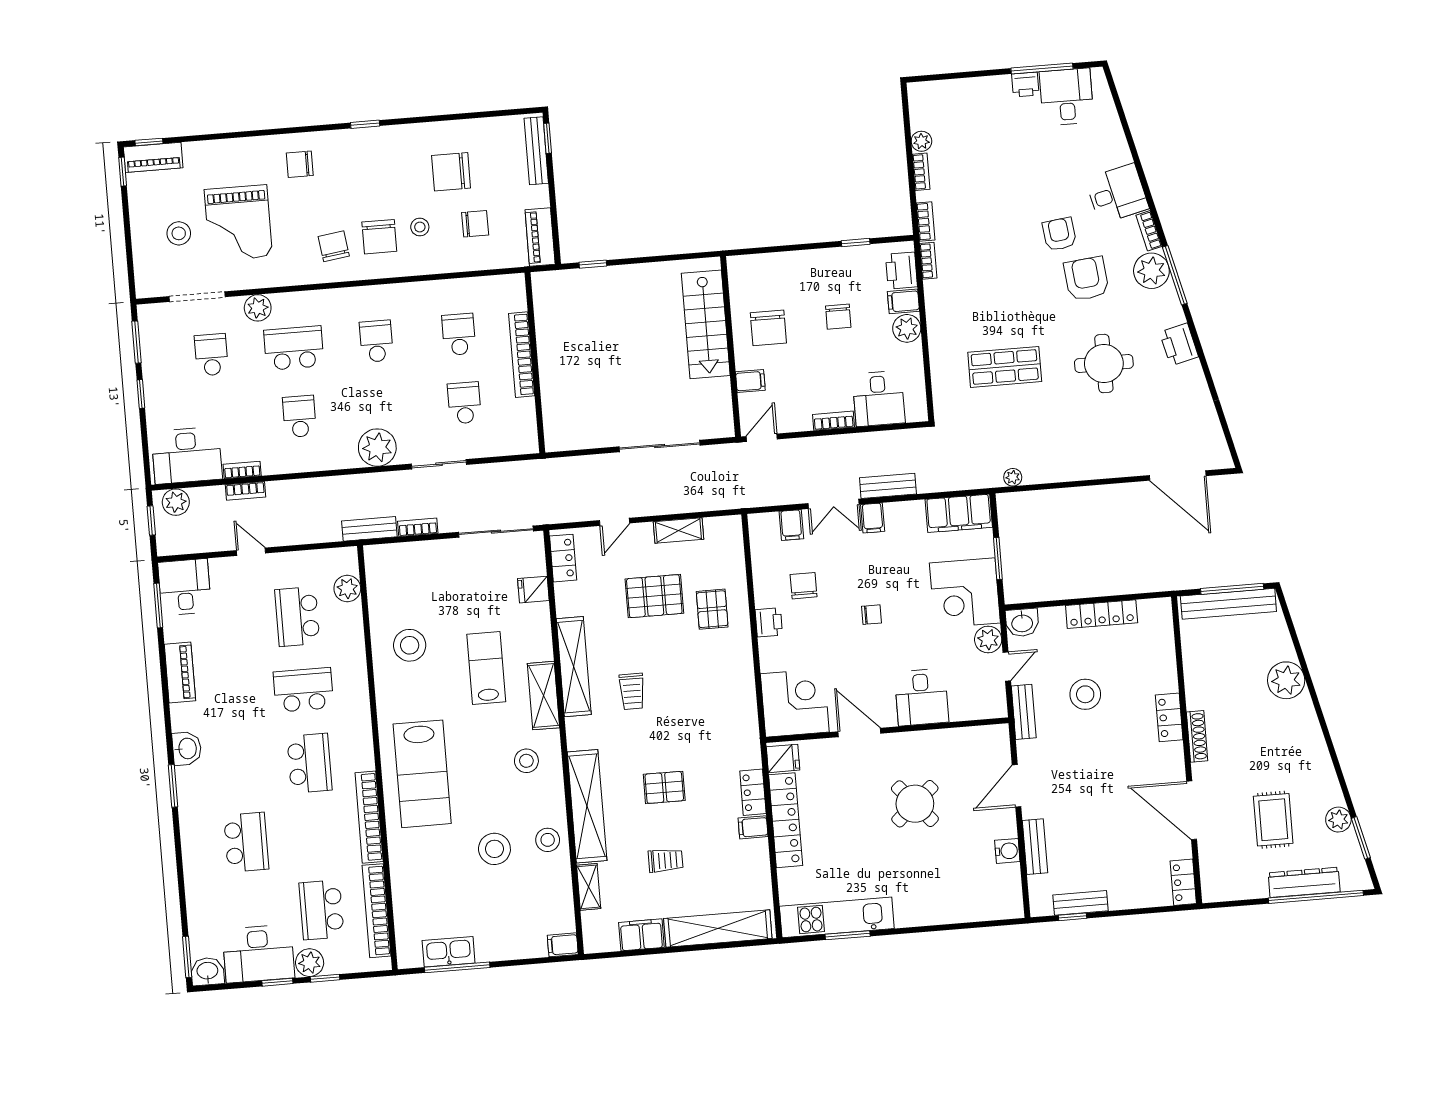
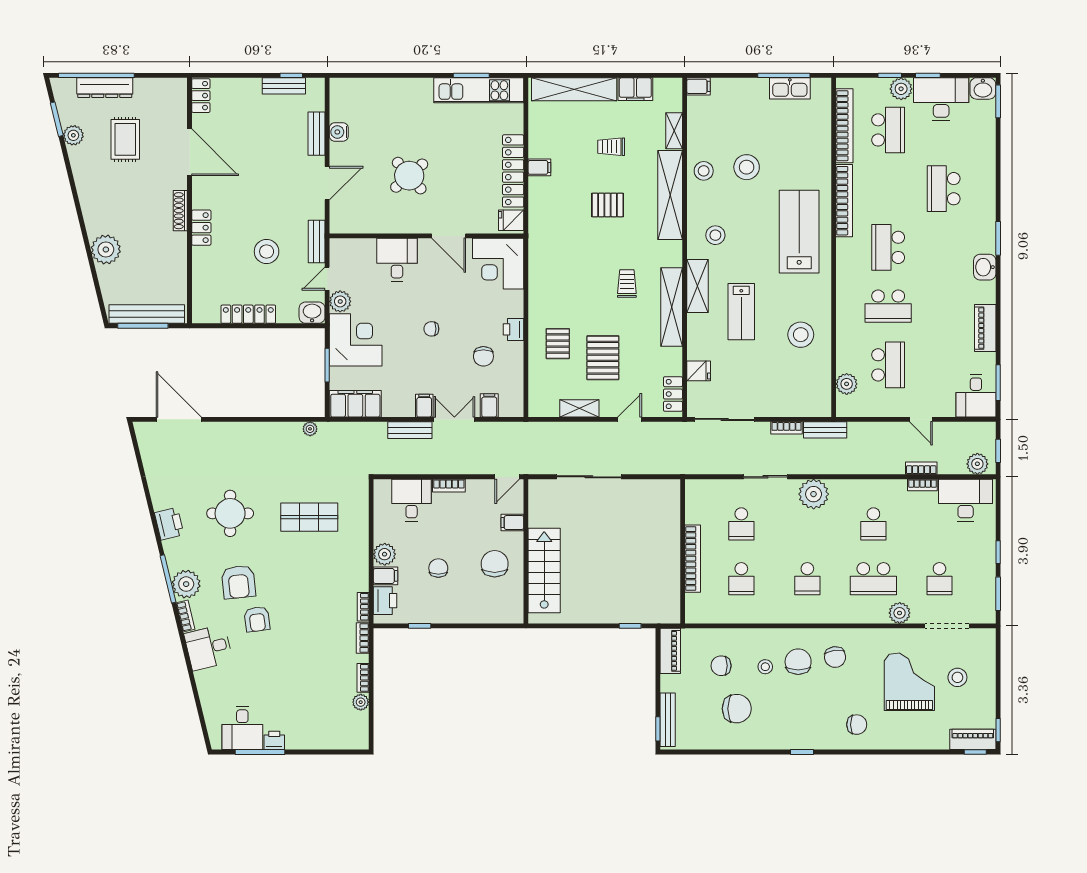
pallet: (654, 596) -> (603, 358), turned 90
locker: (753, 792) -> (537, 195), removed

